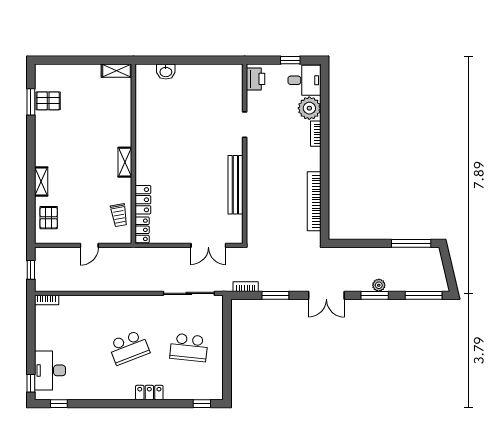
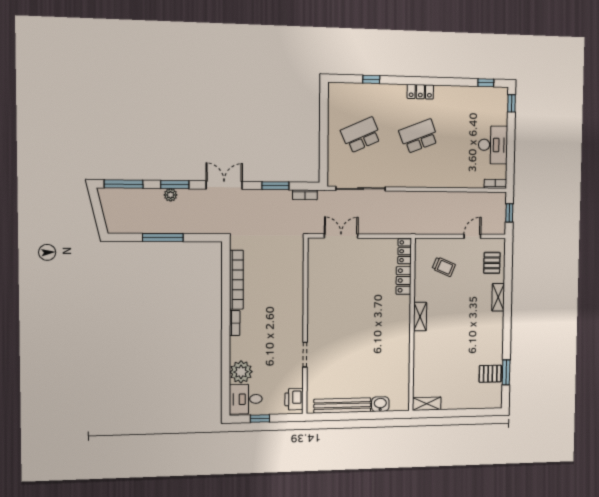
bookcase: (316, 134) -> (235, 323), moved
bench: (235, 185) -> (342, 405), moved, turned 90
trolley: (119, 215) -> (444, 267), moved, turned 123
window: (411, 243) -> (163, 237), moved
door: (89, 245) -> (472, 236), moved
school desk: (189, 347) -> (361, 135), turned -30
desk: (50, 370) -> (493, 145), moved
locker: (149, 393) -> (420, 92), moved
window: (202, 404) -> (371, 79), moved

